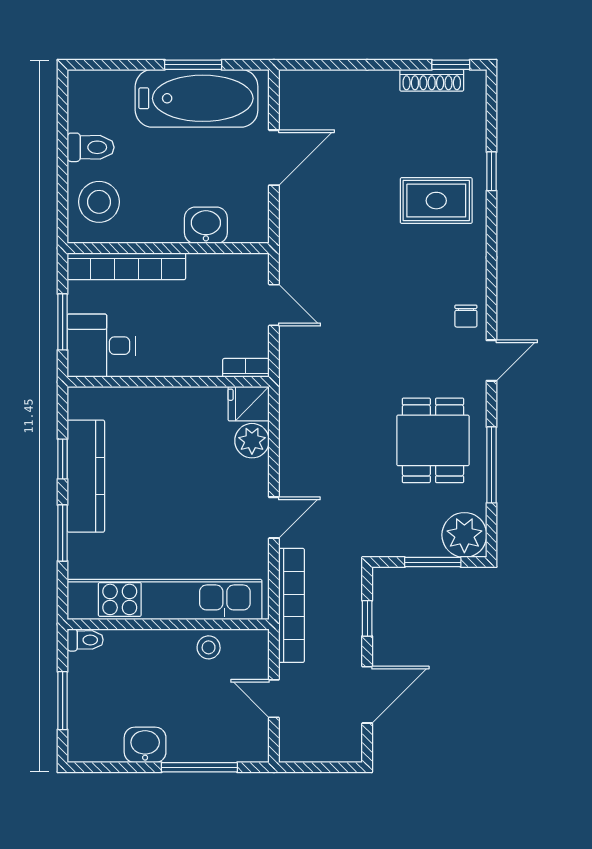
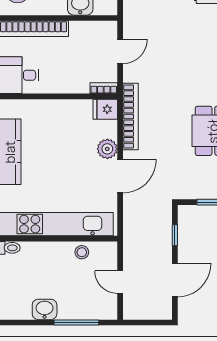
door: (274, 305) -> (120, 51), hinge flipped
plant: (252, 441) -> (107, 149), moved
door: (274, 518) -> (120, 176), width x1.38
bookcase: (291, 605) -> (130, 116), moved

